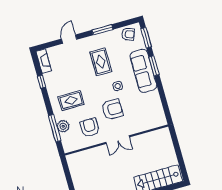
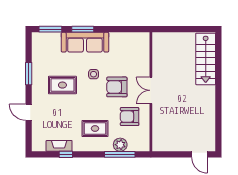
armchair: (128, 34) -> (41, 47), removed
fireplace: (44, 61) -> (59, 146), moved
rug: (71, 101) -> (95, 129), turned 90
armchair: (112, 109) -> (117, 87), turned -90
double door: (118, 140) -> (151, 90), swing flipped

